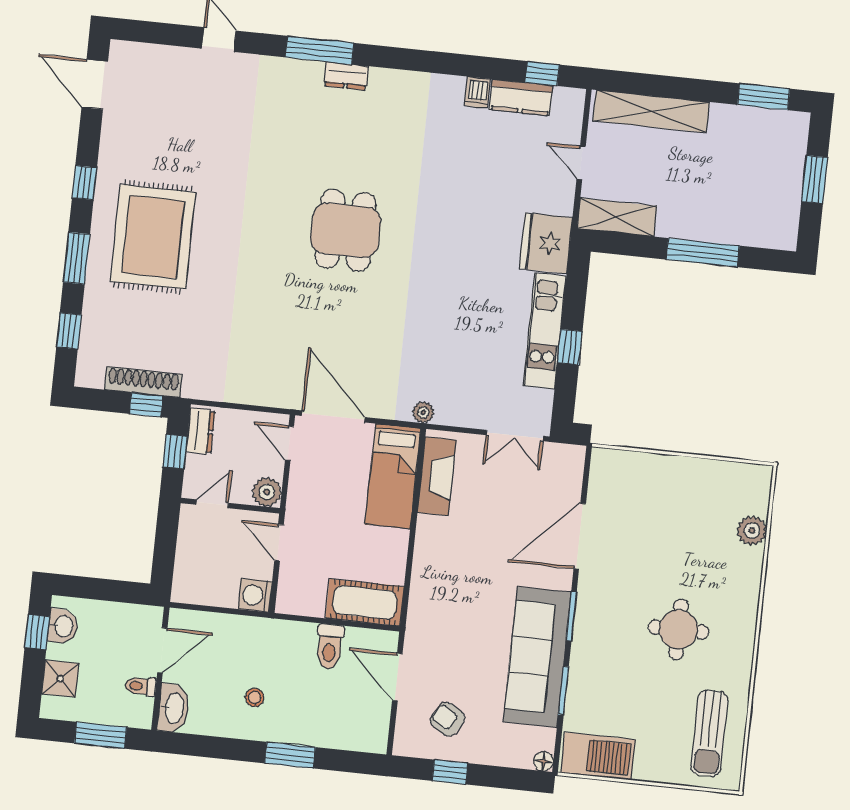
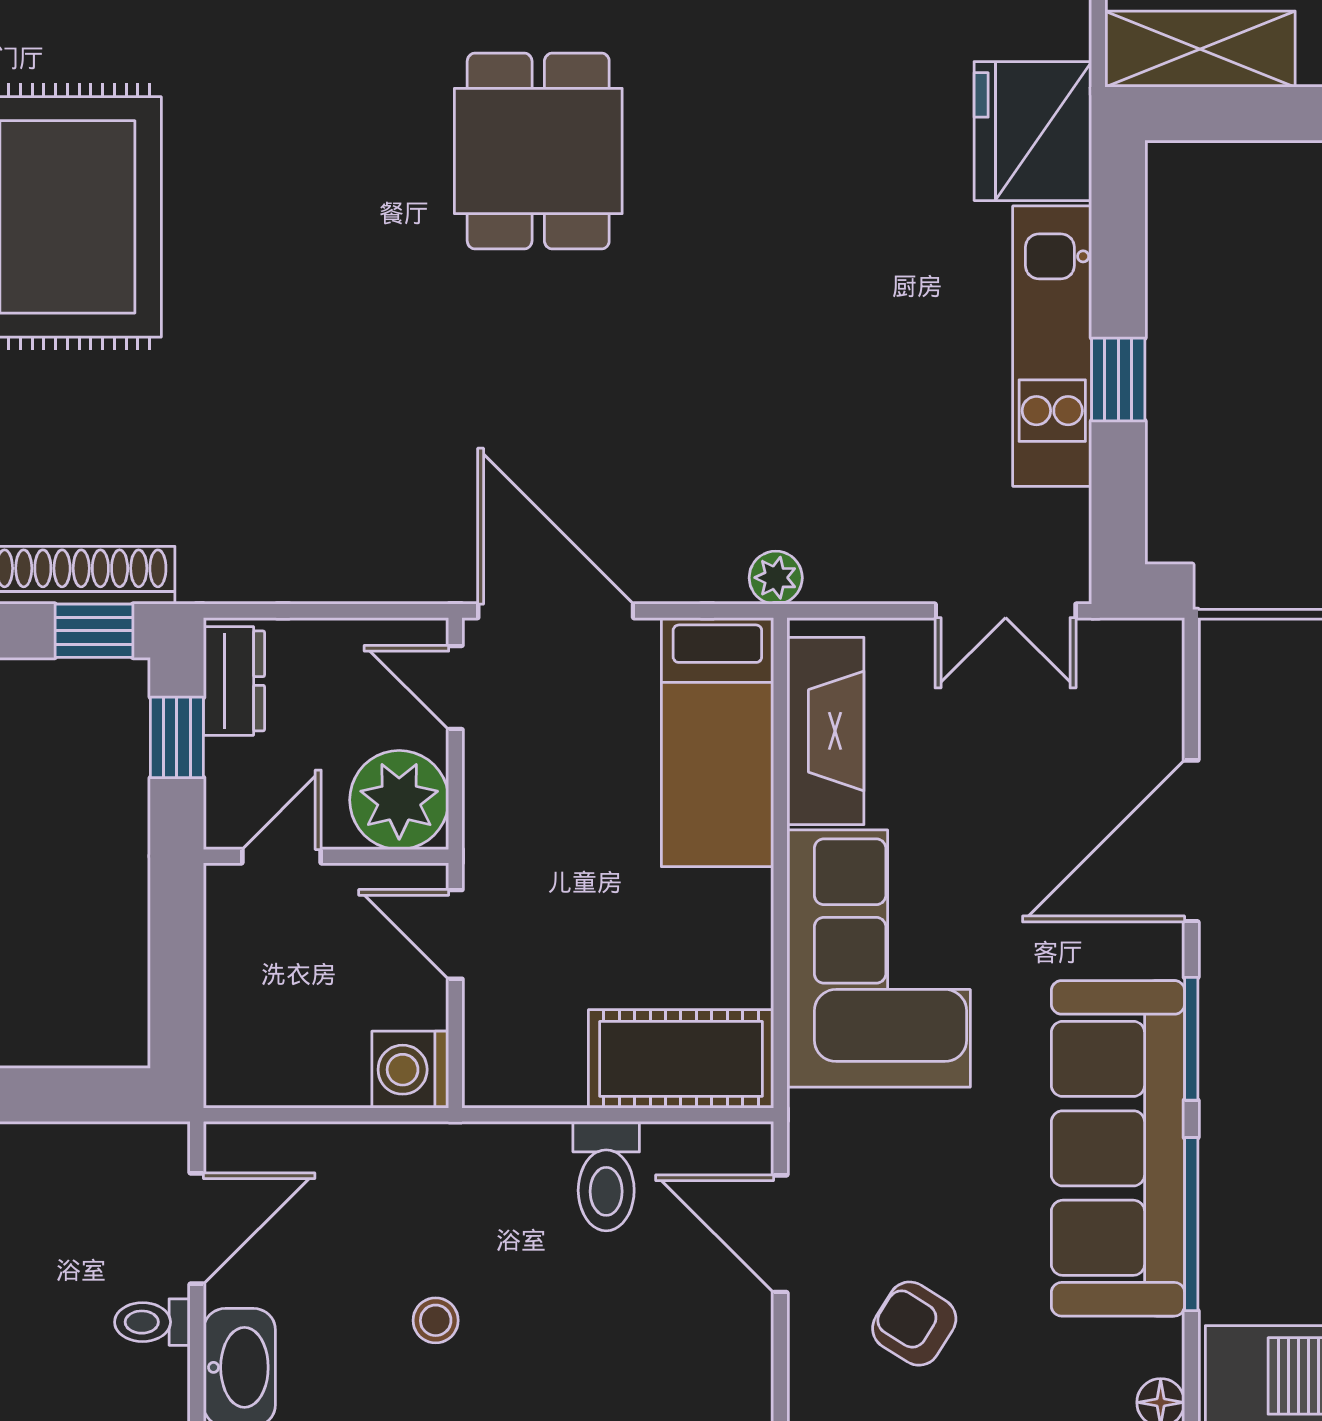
plant: (267, 492) -> (399, 800), width x1.36, depth x1.36
corner sofa: (449, 570) -> (879, 959), added
window: (563, 691) -> (1191, 1224), width x1.44

